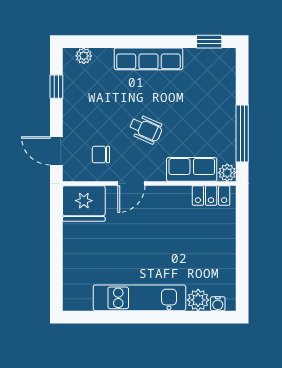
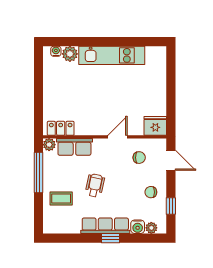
window: (209, 42) -> (111, 238), moved
water cooler: (103, 57) -> (138, 227), added
coffee table: (210, 97) -> (61, 198), added
chair: (84, 106) -> (151, 192), added
wheelchair: (146, 129) -> (95, 185), moved, turned 78
fridge: (84, 204) -> (155, 126), width x0.73, depth x0.75

